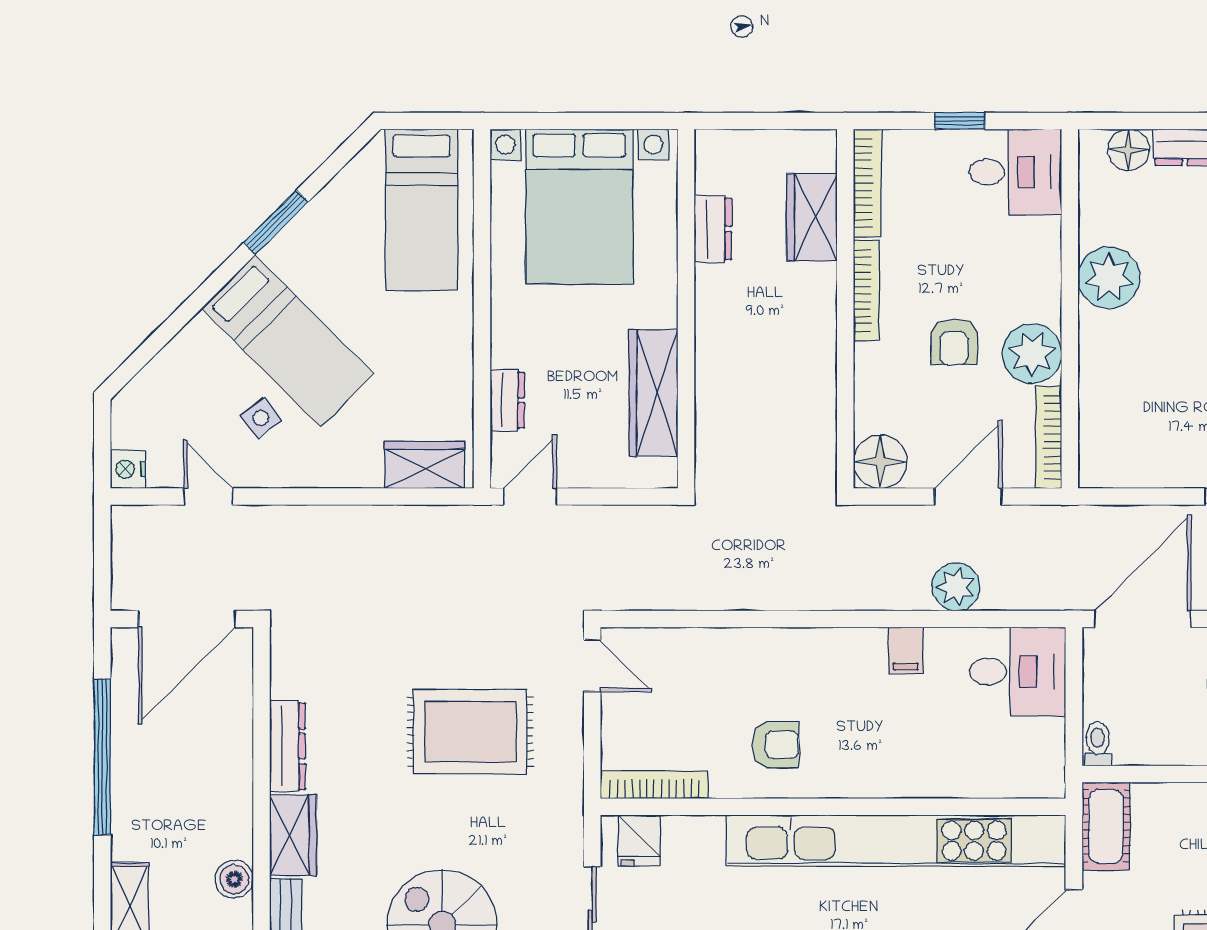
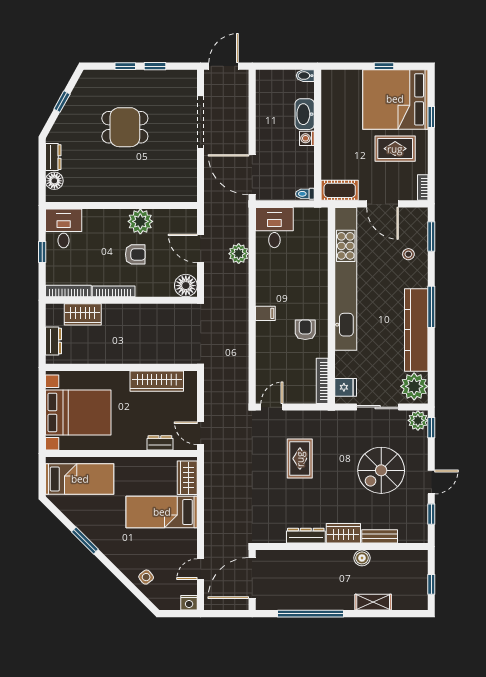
dresser: (713, 229) -> (53, 341), moved, turned 90
plant: (1109, 278) -> (108, 189), removed
bed: (288, 341) -> (162, 512), moved, turned -135
side table: (261, 418) -> (146, 577), moved
bookcase: (1049, 437) -> (176, 214), removed
door: (187, 619) -> (252, 578), swing flipped
filing cabinet: (906, 650) -> (265, 313), moved
rug: (470, 732) -> (300, 459), width x0.73, depth x0.70

